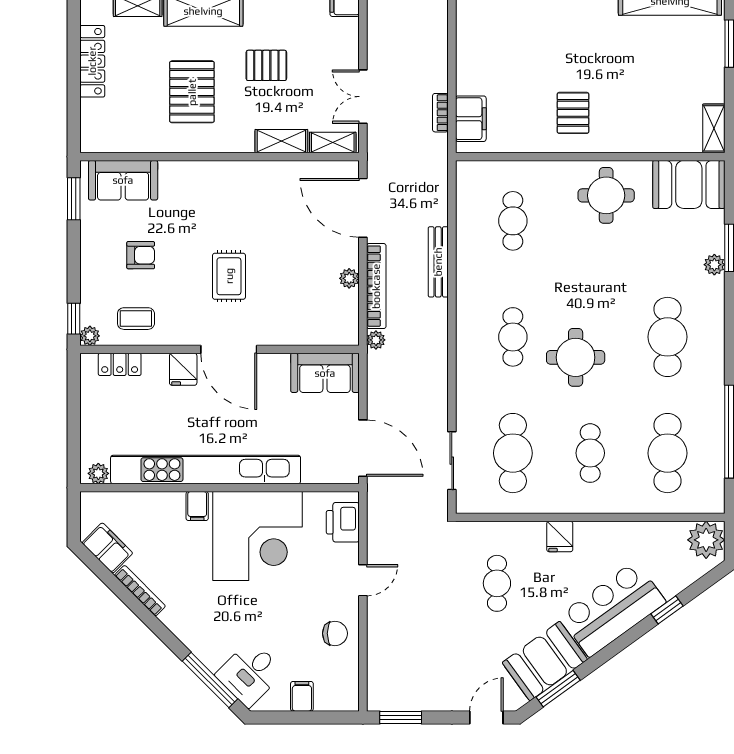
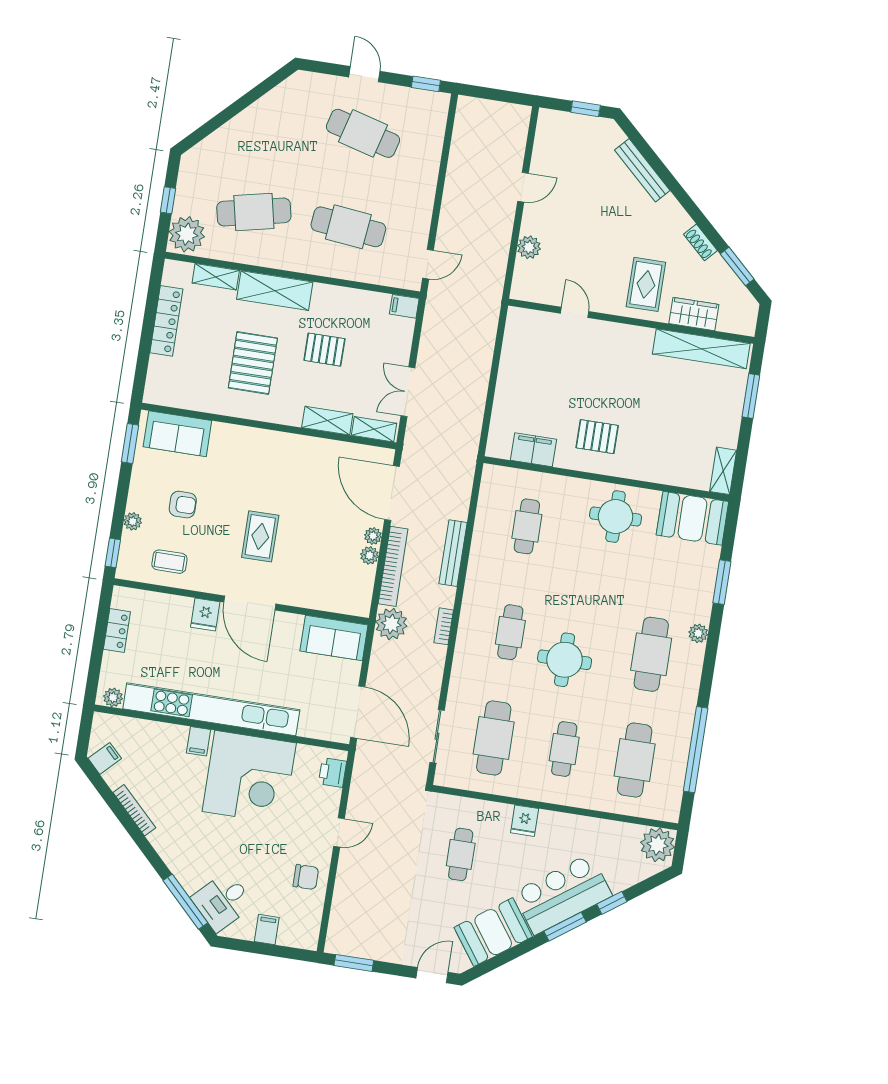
bookcase: (440, 113) -> (444, 626), moved
pallet: (573, 113) -> (597, 437), turned 90
filing cabinet: (471, 119) -> (533, 450), moved, turned -90
plant: (350, 257) -> (373, 536), added
plant: (714, 265) -> (698, 633), moved
plant: (90, 336) -> (133, 521), moved
plant: (376, 340) -> (391, 624), width x1.88, depth x1.88
locker: (120, 364) -> (117, 630), moved, turned -90
printer: (343, 522) -> (333, 772), width x0.73, depth x0.81
filing cabinet: (107, 548) -> (105, 758), width x0.50
window: (558, 689) -> (565, 927), moved

